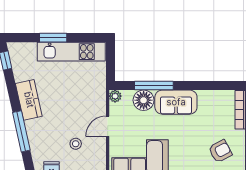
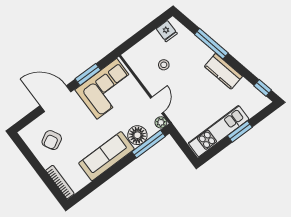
window: (154, 85) -> (148, 144), moved
sofa: (176, 102) -> (106, 156), width x1.36
door: (108, 126) -> (157, 105), moved

